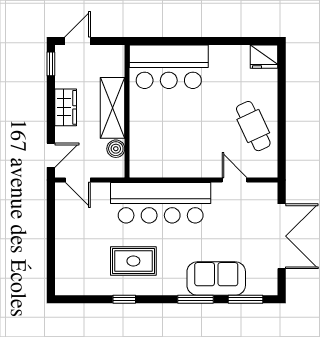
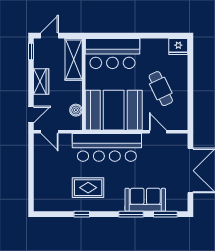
shelving: (112, 108) -> (74, 59), moved
cafe table: (253, 126) -> (161, 89), moved
booth: (171, 149) -> (114, 110), added

